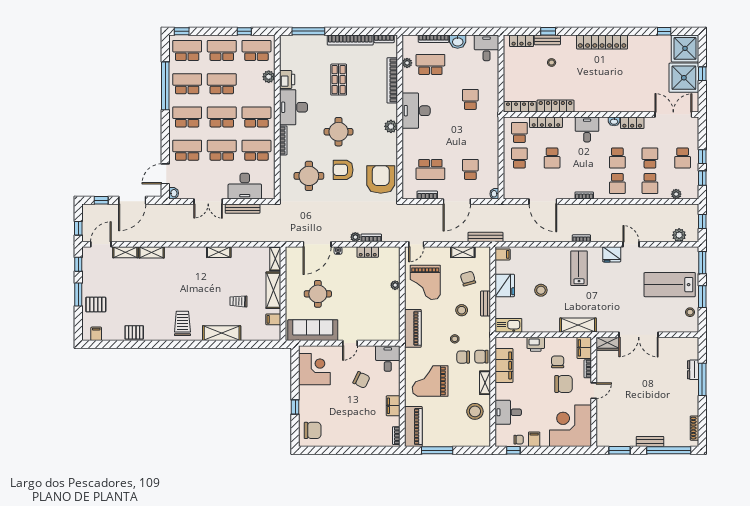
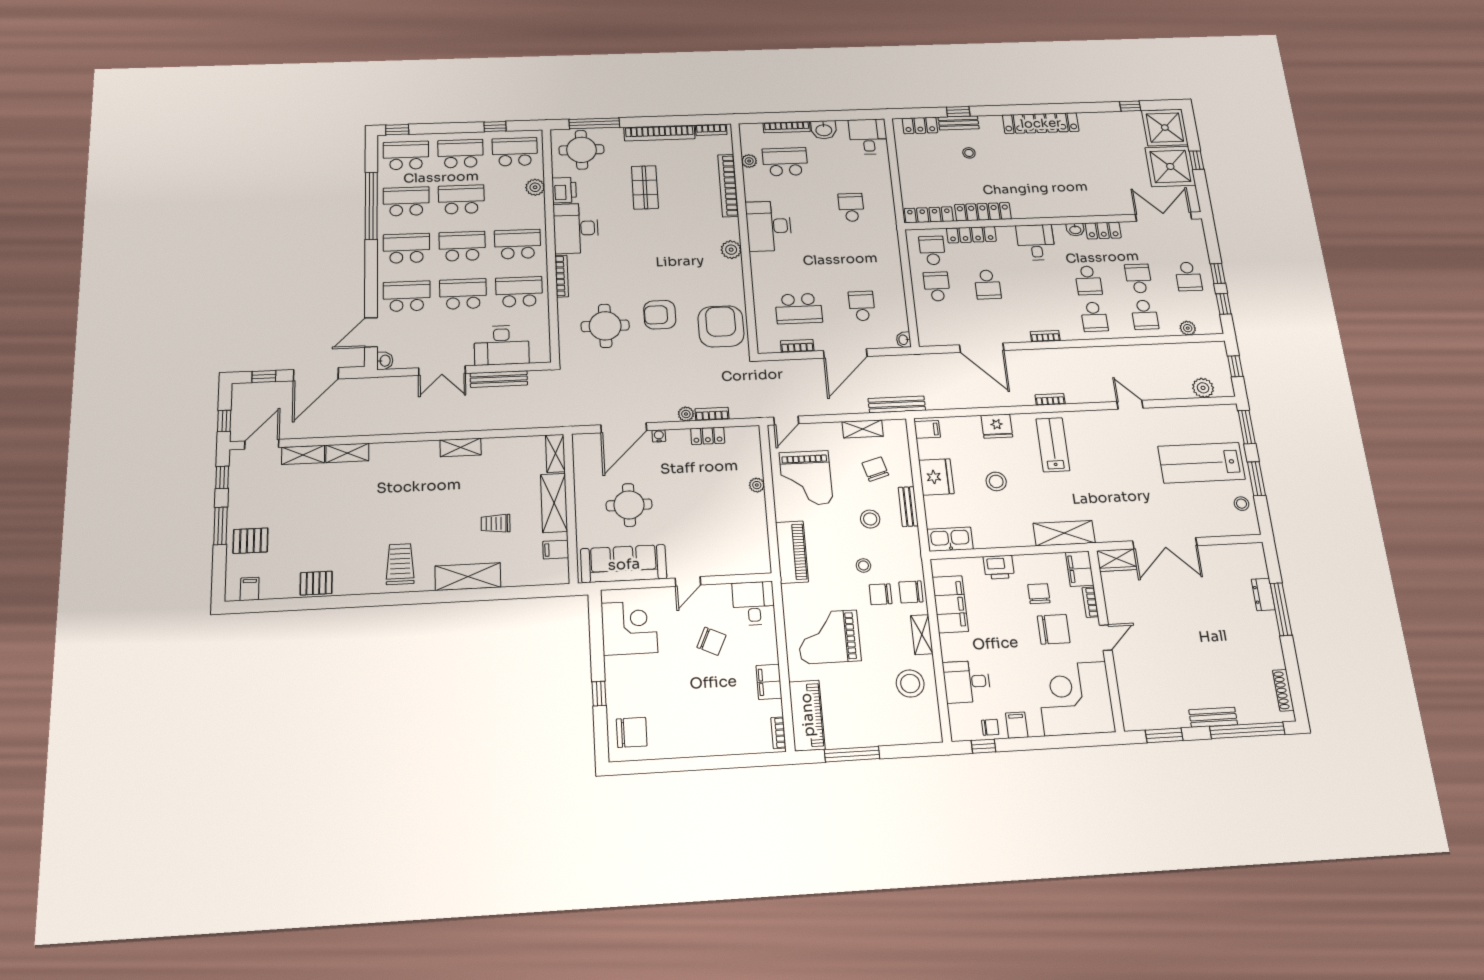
round table: (338, 132) -> (581, 150), moved
fridge: (612, 254) -> (997, 426), moved

